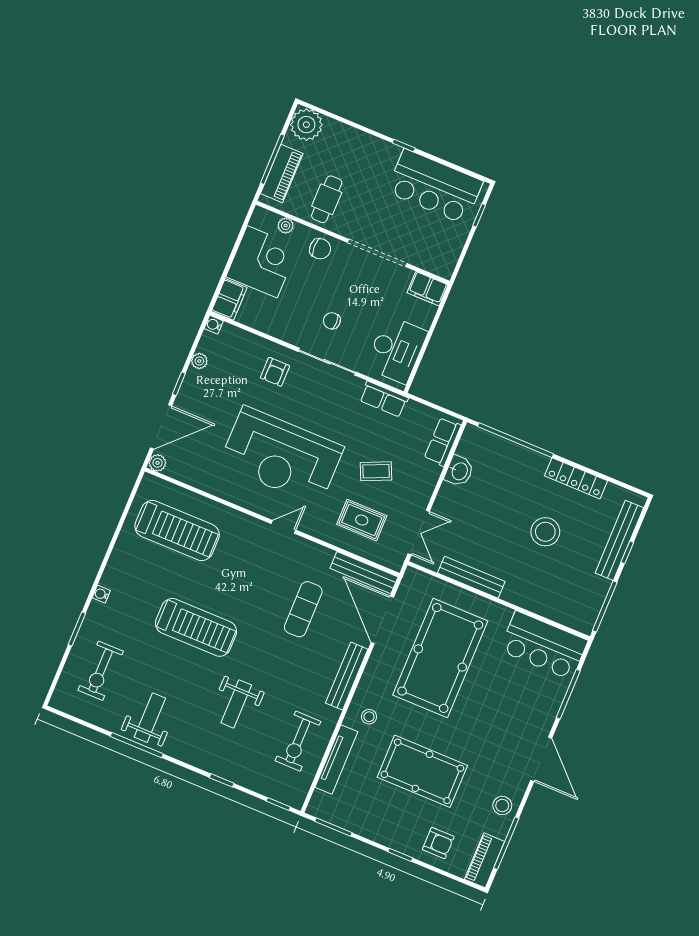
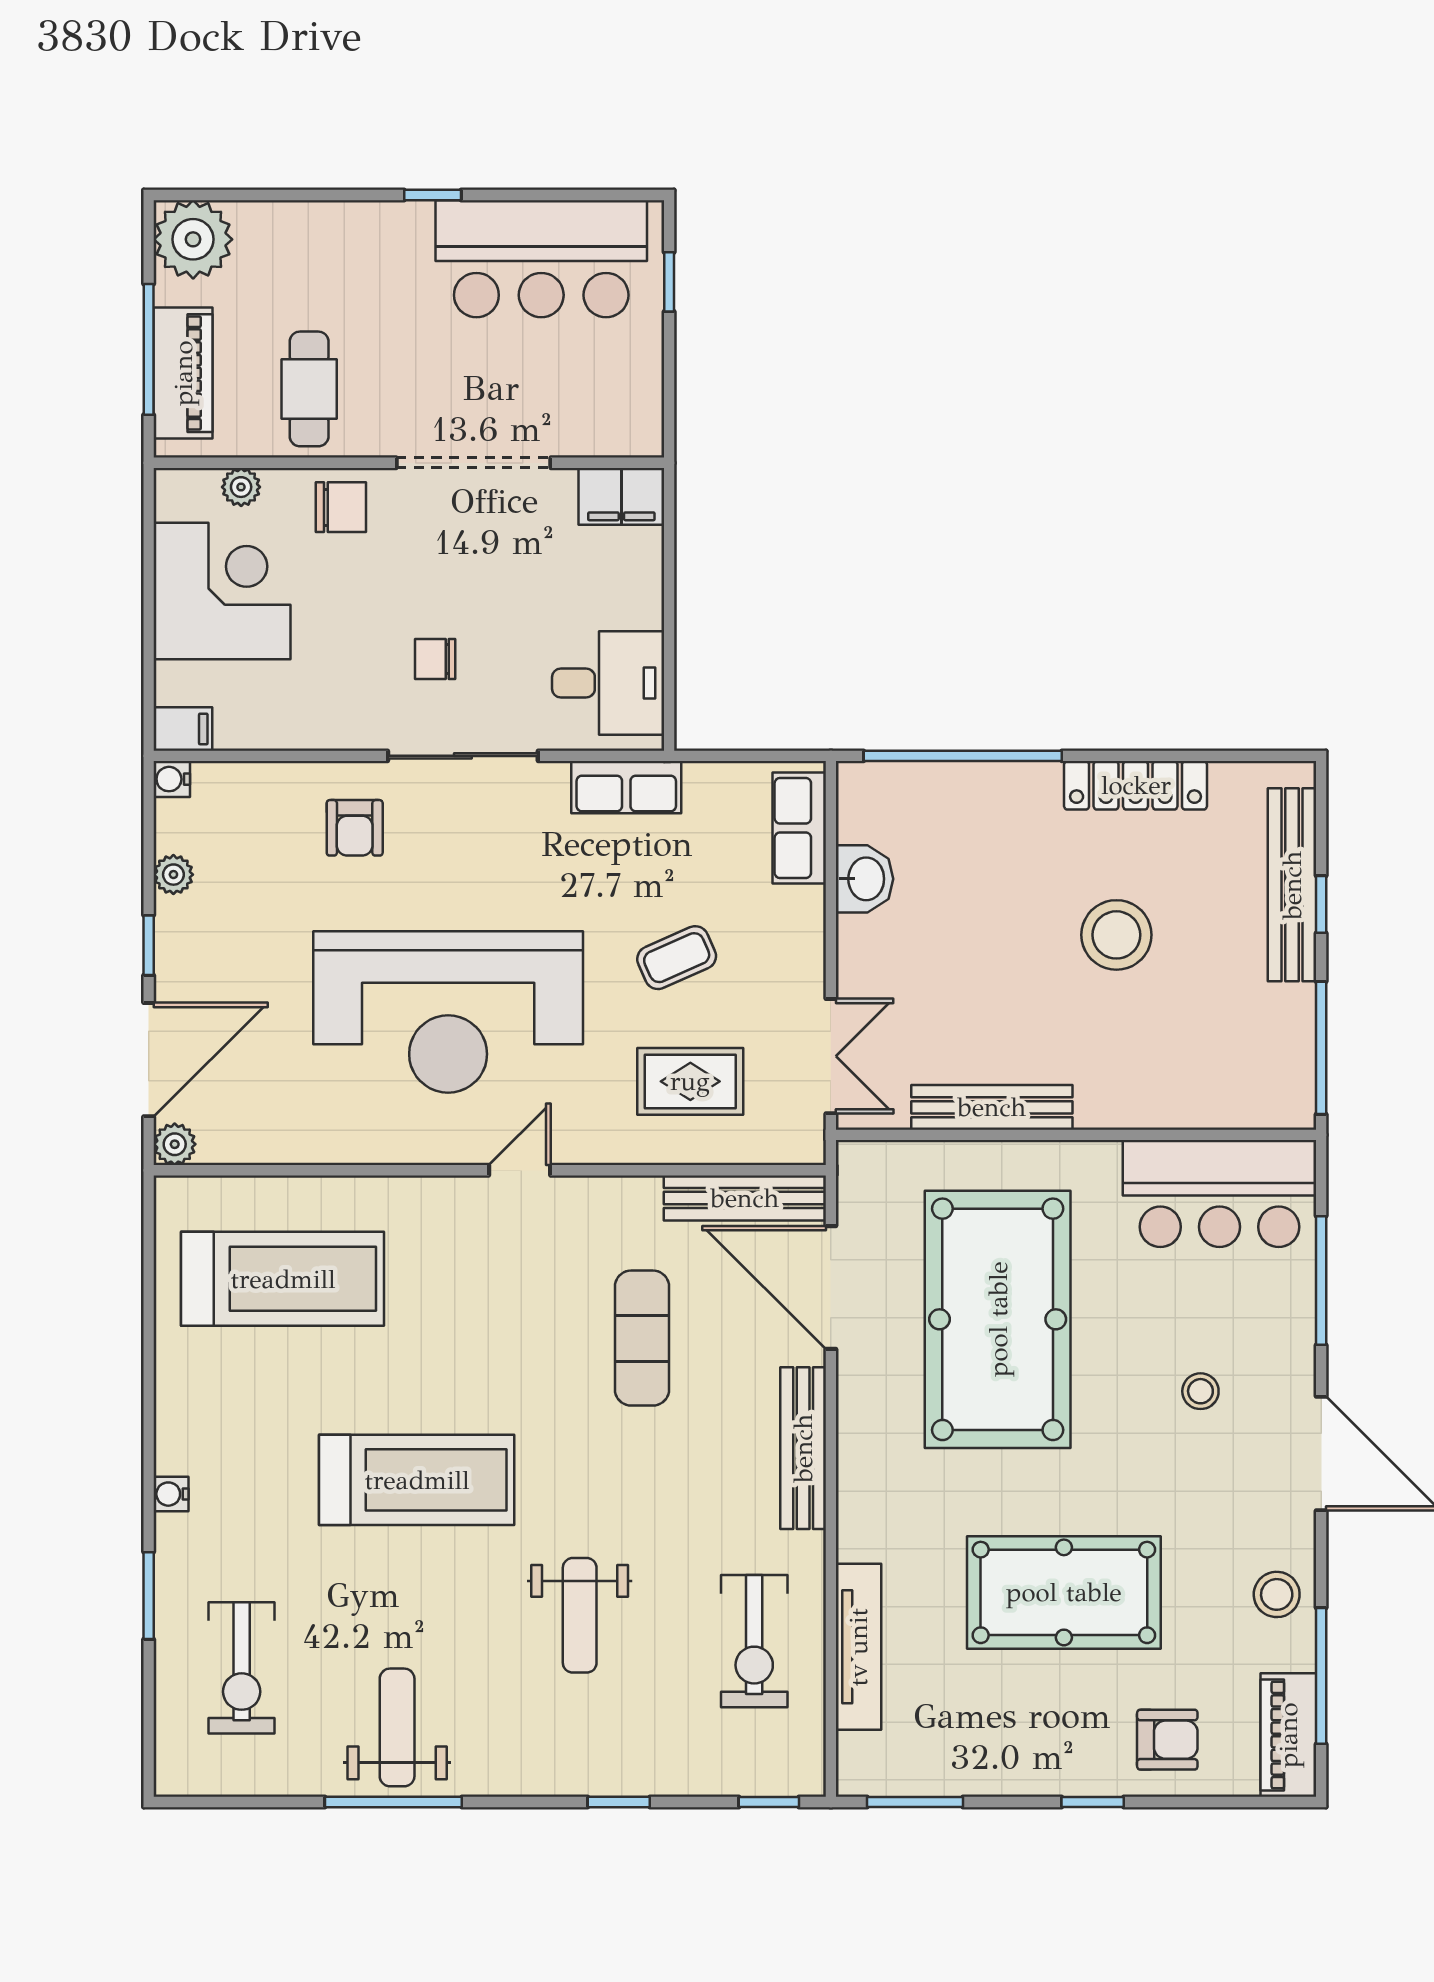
filing cabinet: (229, 299) -> (183, 729), width x0.50
desk: (396, 350) -> (608, 683), width x0.73
stool: (369, 717) -> (1200, 1391), moved

